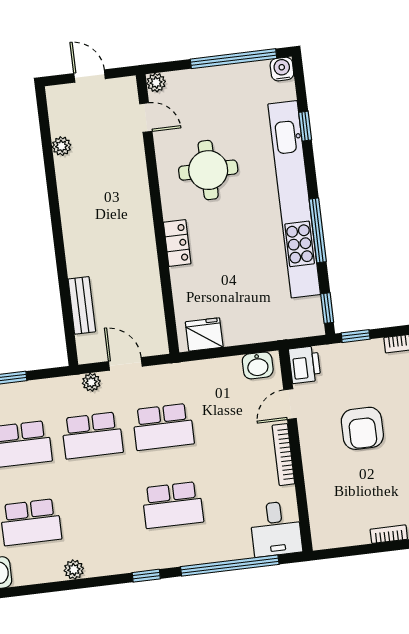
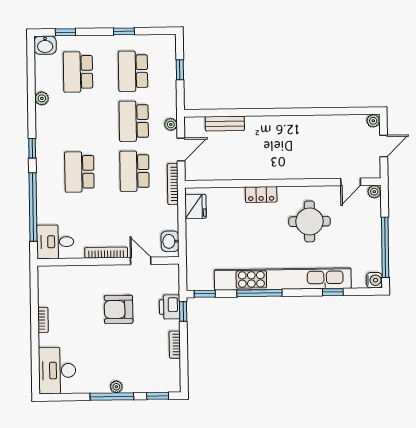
plant: (62, 146) -> (373, 121), moved
printer: (305, 365) -> (170, 307), moved, turned 90
bookcase: (176, 370) -> (173, 184), added

